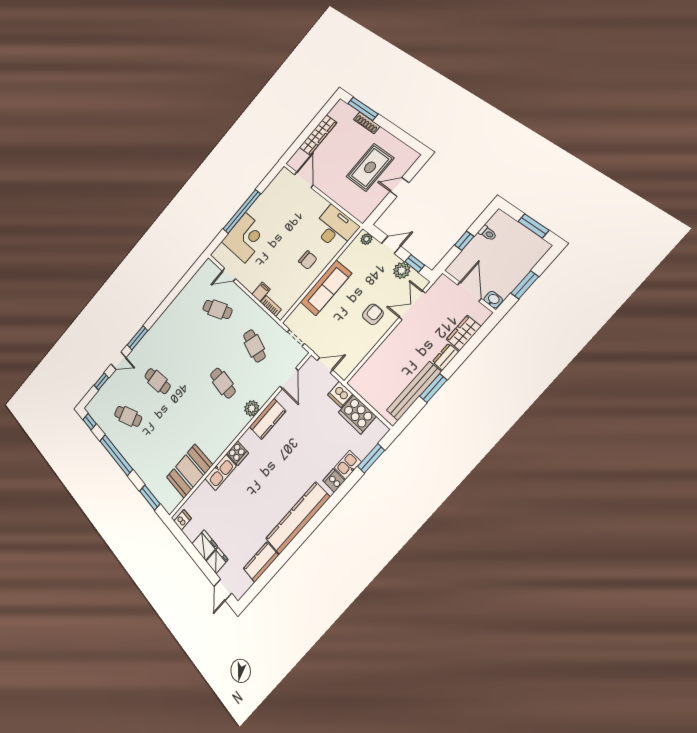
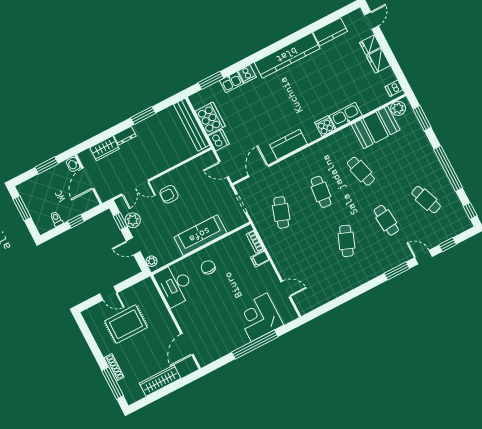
cafe table: (217, 309) -> (346, 241), moved, turned 42
bench: (414, 391) -> (192, 125), moved, turned 90
plant: (252, 408) -> (398, 108), moved
cafe table: (192, 420) -> (361, 171), added

